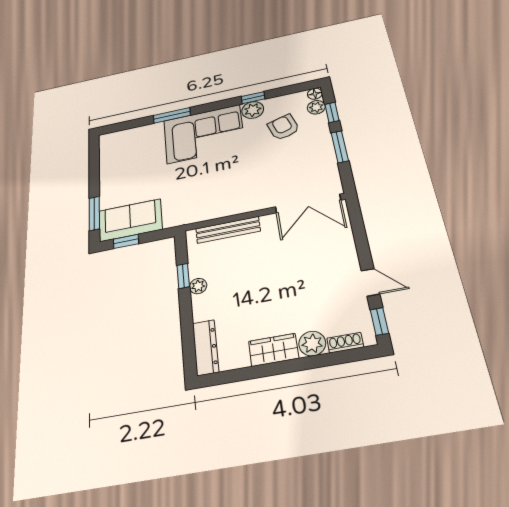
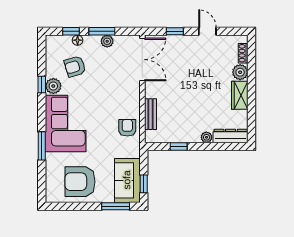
floor lamp: (315, 94) -> (78, 40), moved
plant: (316, 107) -> (107, 41), moved
armchair: (127, 166) -> (80, 182), added
armchair: (205, 205) -> (127, 128), added
bench: (228, 230) -> (150, 114), width x0.73
door: (370, 282) -> (207, 31), hinge flipped
plant: (198, 286) -> (206, 137), moved
window: (379, 321) -> (175, 31), moved

